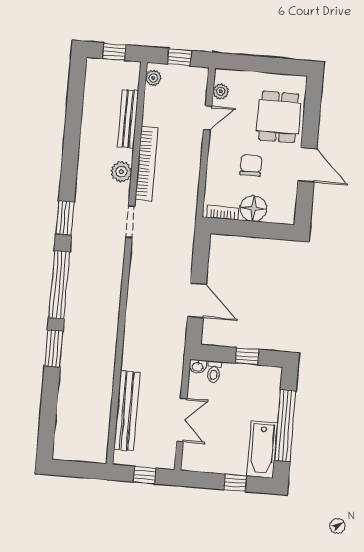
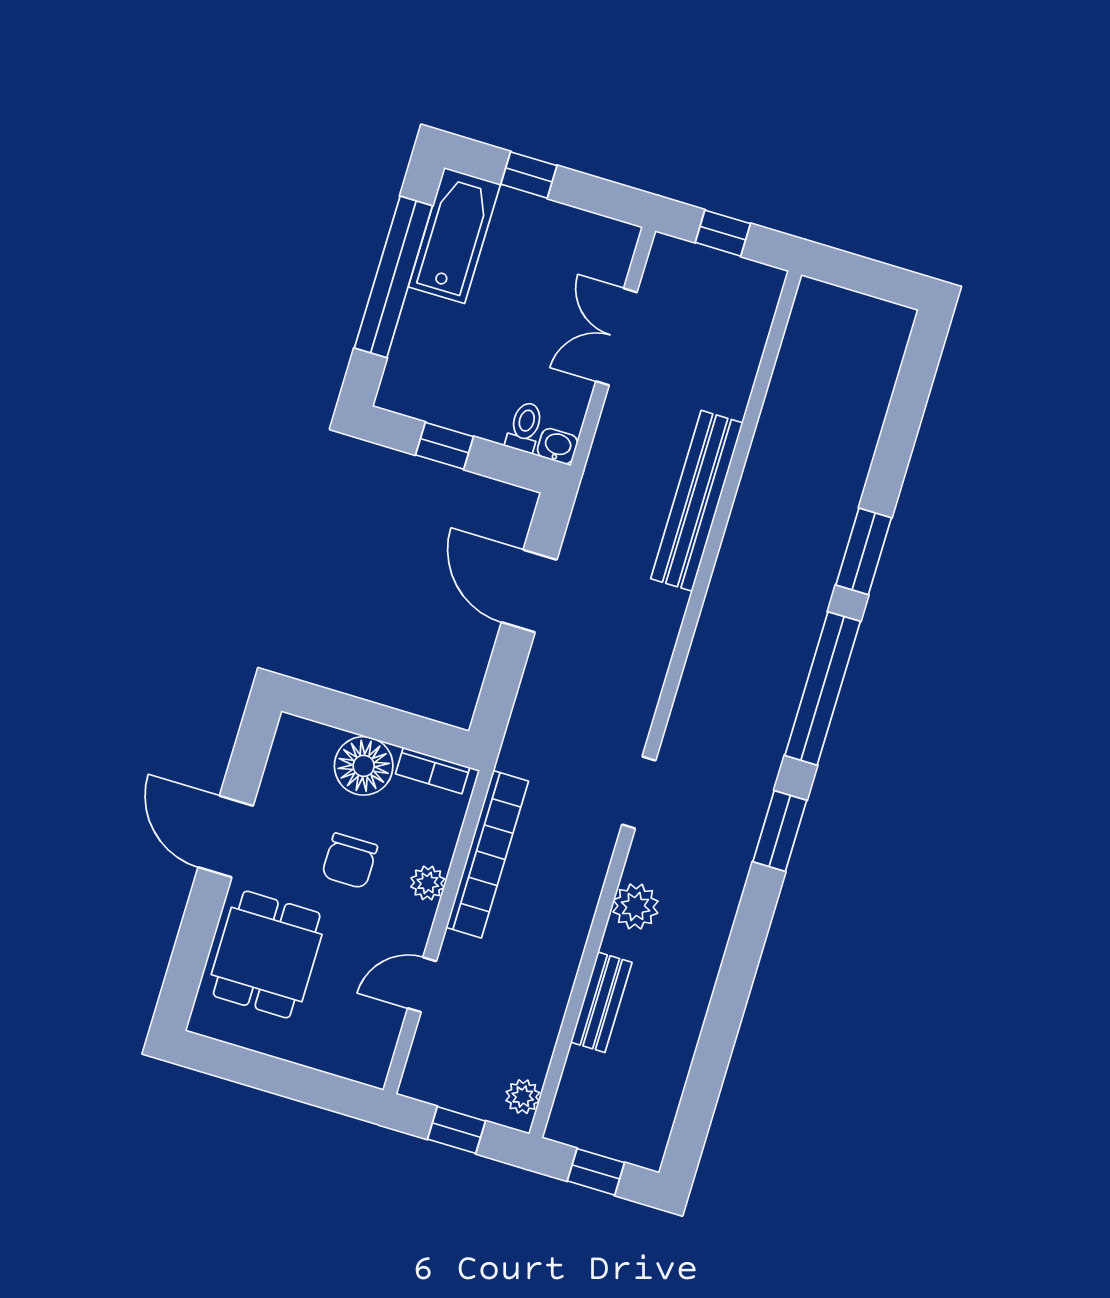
plant: (221, 91) -> (428, 883), moved
bench: (128, 119) -> (601, 1002), width x0.73
bookcase: (147, 163) -> (487, 854), moved, turned 180
bench: (127, 411) -> (697, 501), moved

